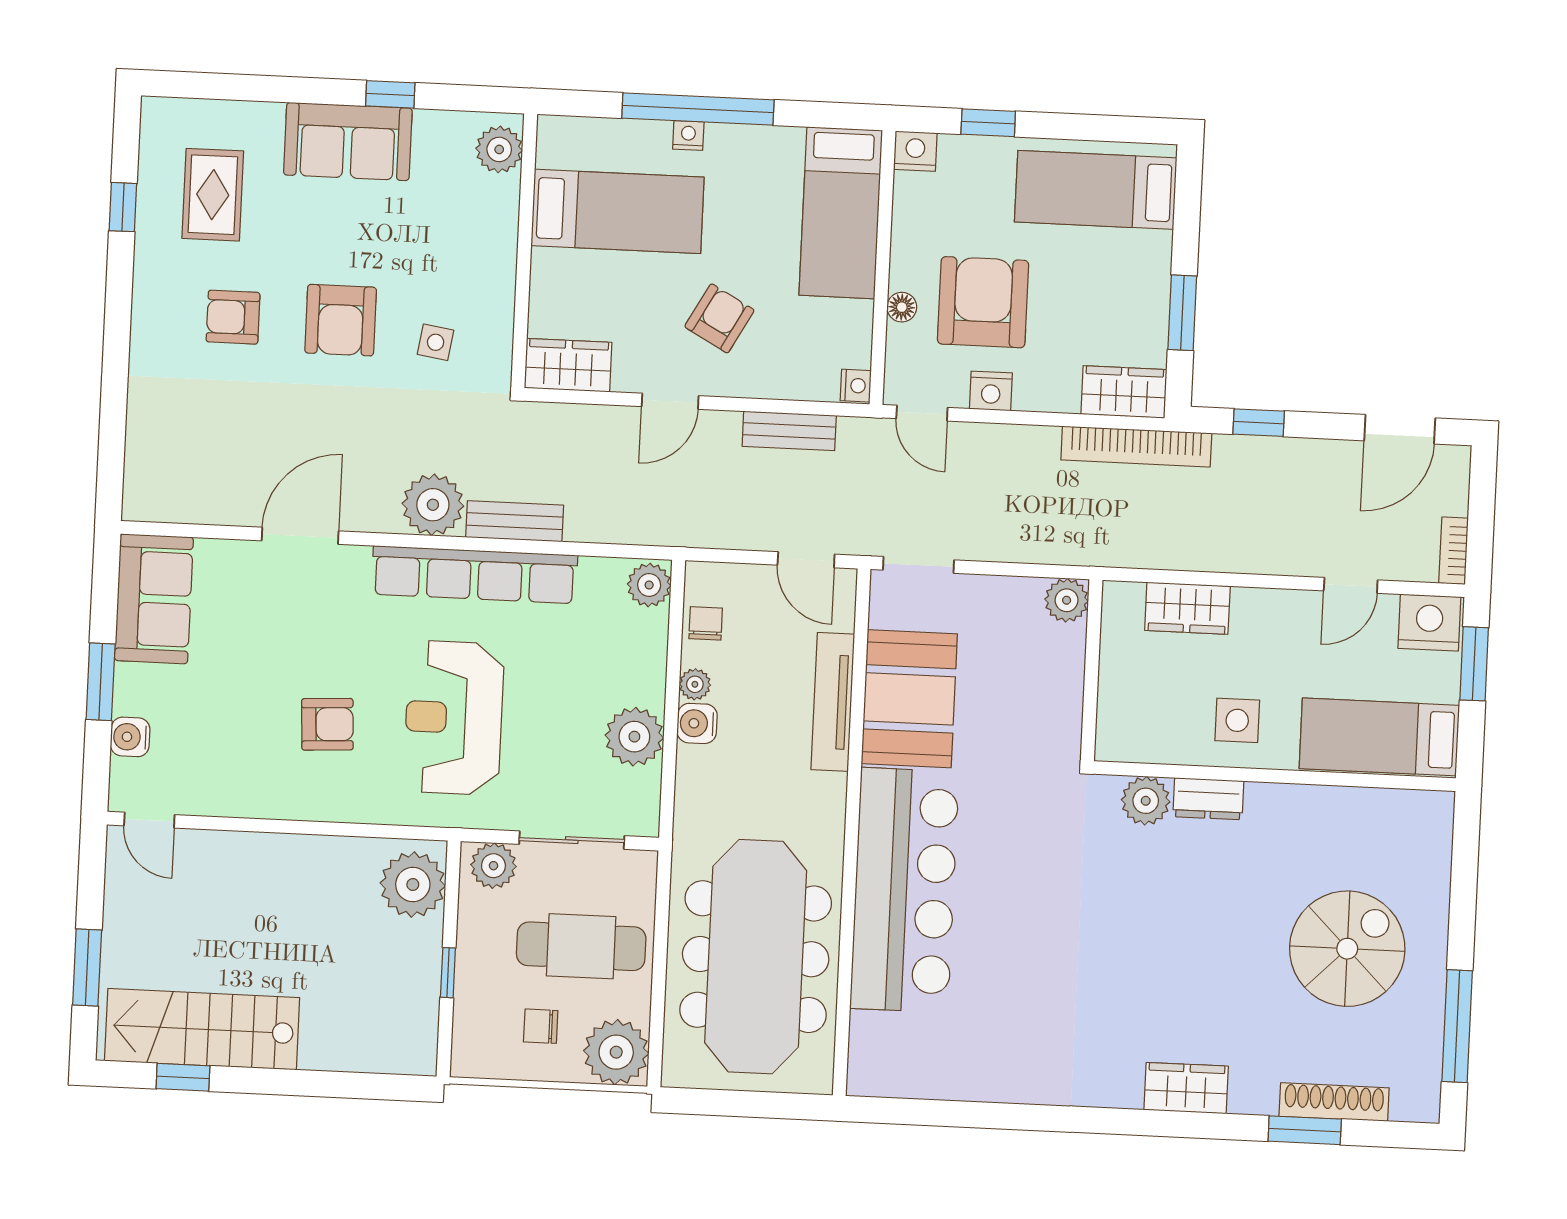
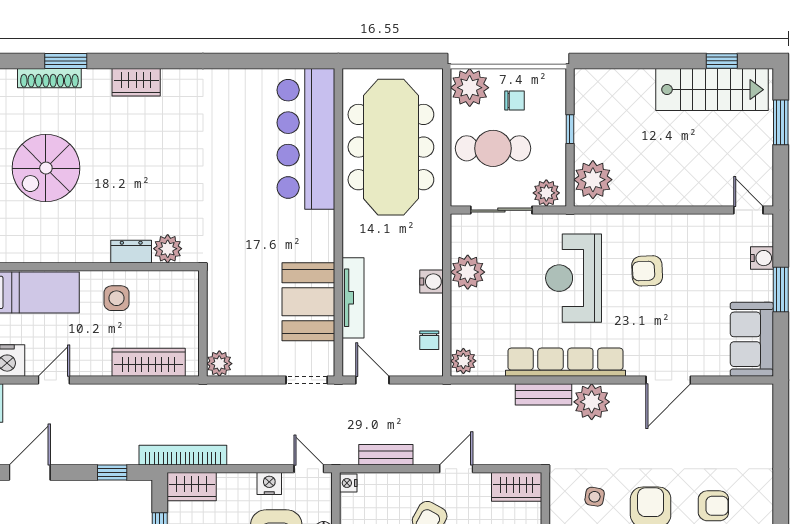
wardrobe: (1187, 608) -> (149, 362), width x1.50
plant: (695, 684) -> (434, 304), removed
reception desk: (454, 718) -> (574, 278), turned 180
bar counter: (904, 890) -> (306, 139), moved

